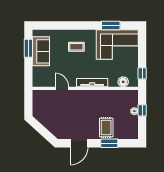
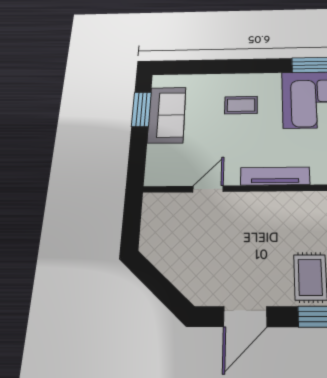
door: (62, 88) -> (208, 189), hinge flipped

